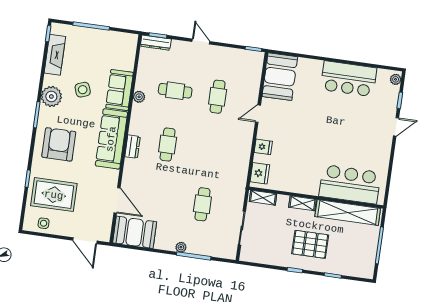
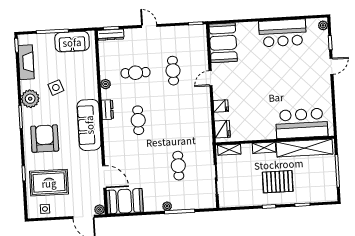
sofa: (119, 90) -> (72, 42), moved, turned -90
dresser: (133, 147) -> (107, 110), moved
plant: (105, 236) -> (100, 210), added

